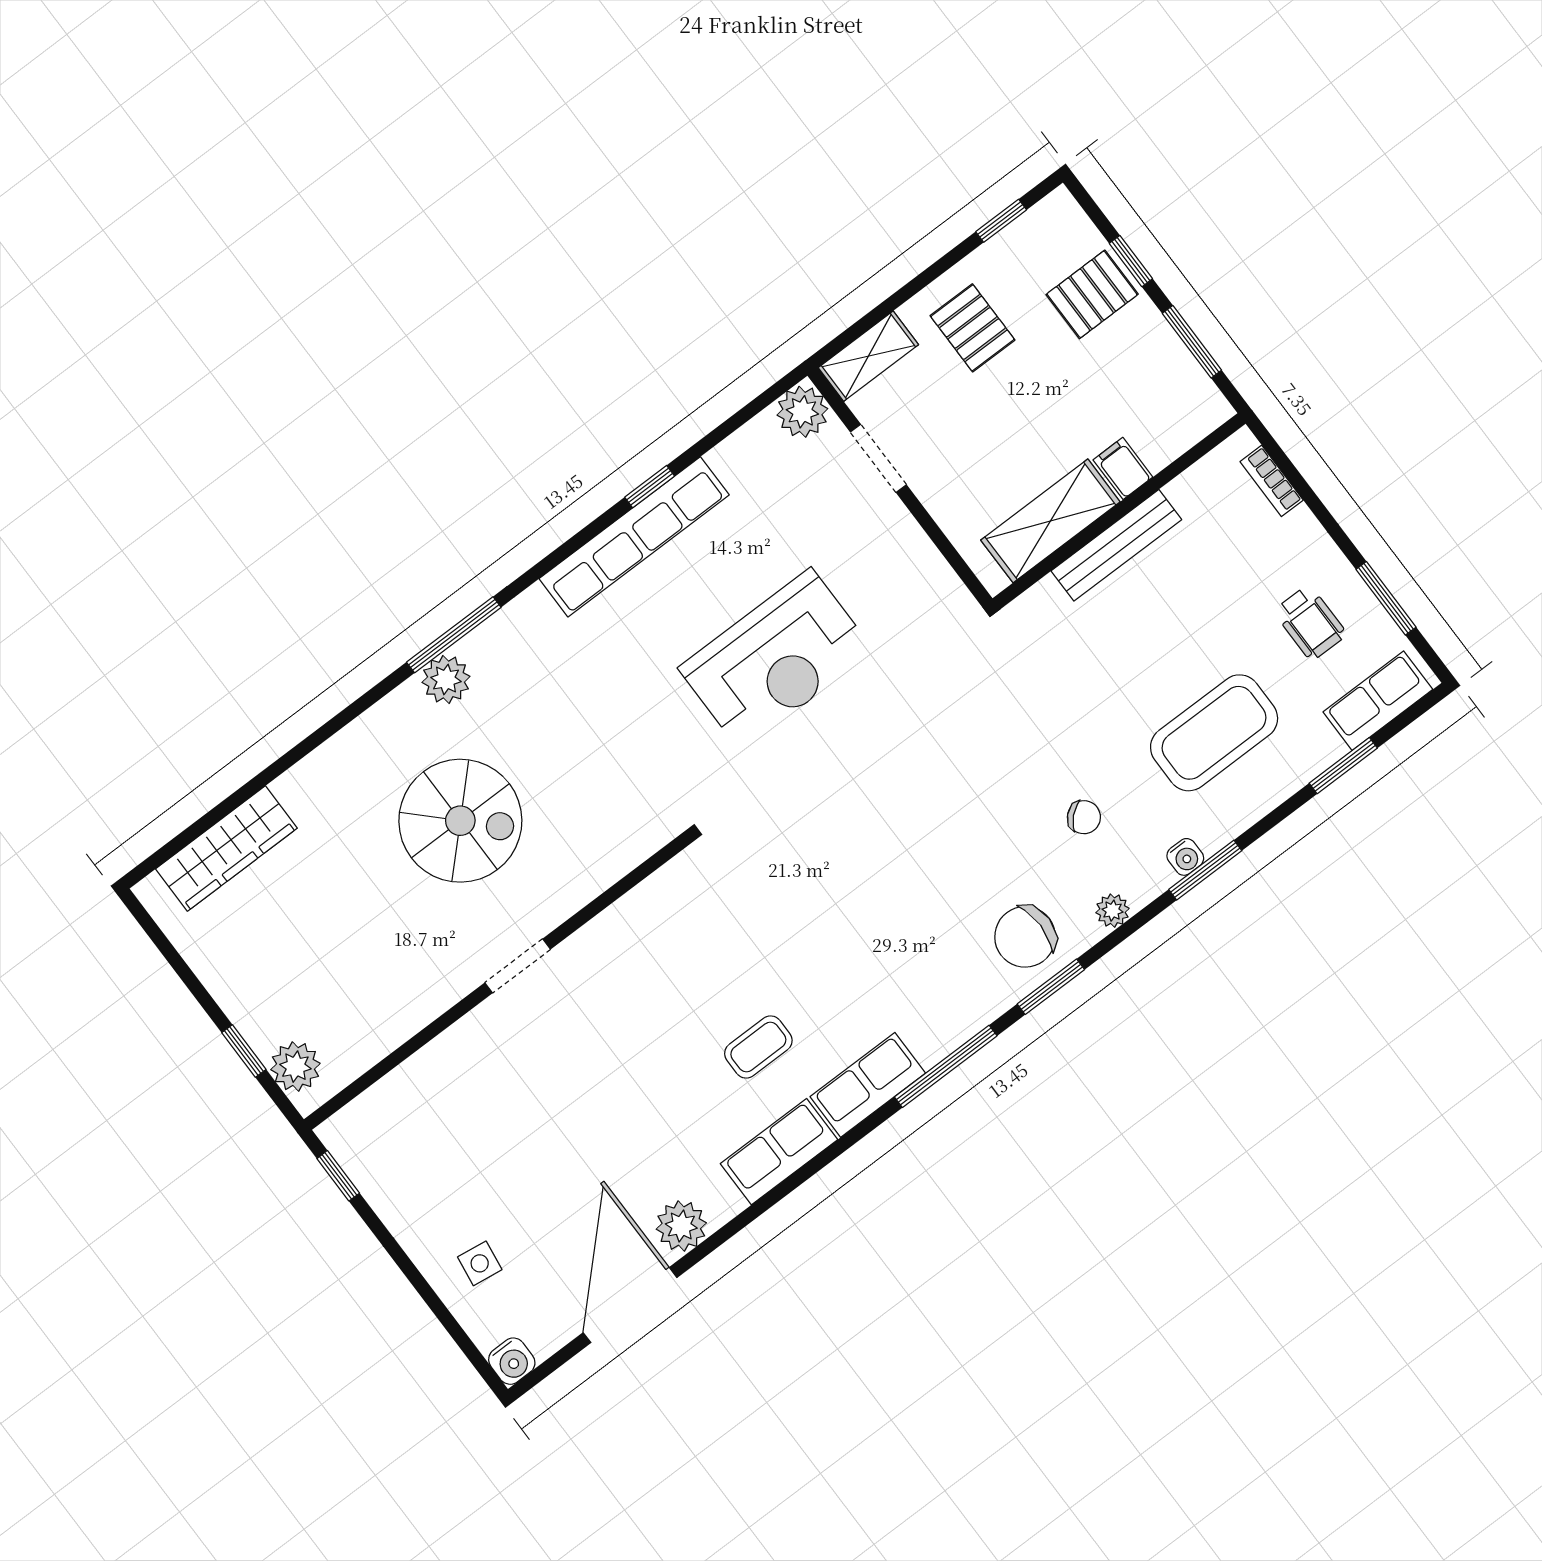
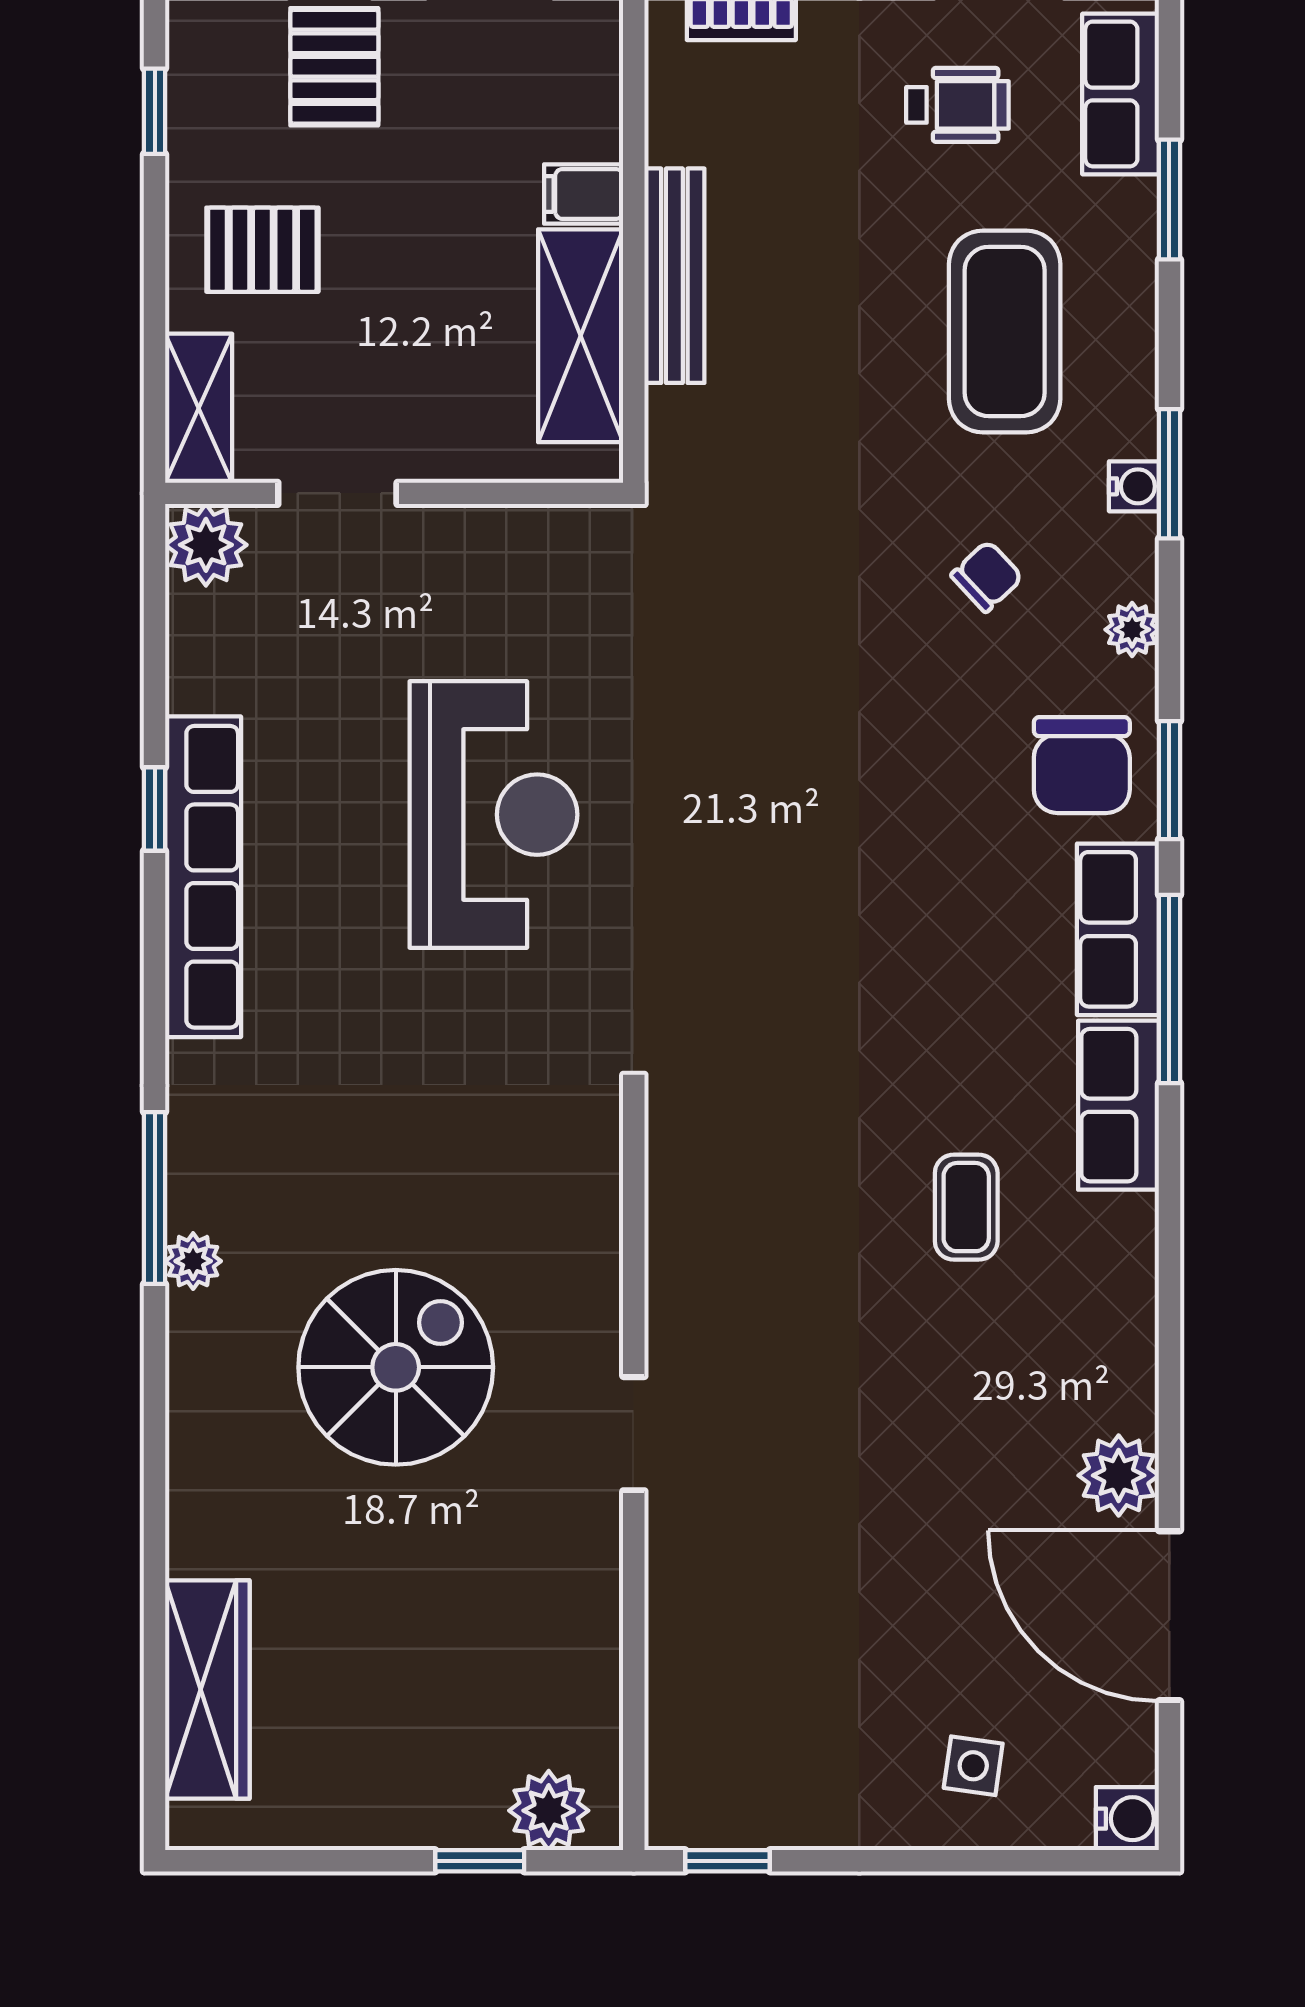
plant: (446, 679) -> (193, 1261), width x0.73, depth x0.73
row of seats: (779, 1152) -> (1118, 929), moved

